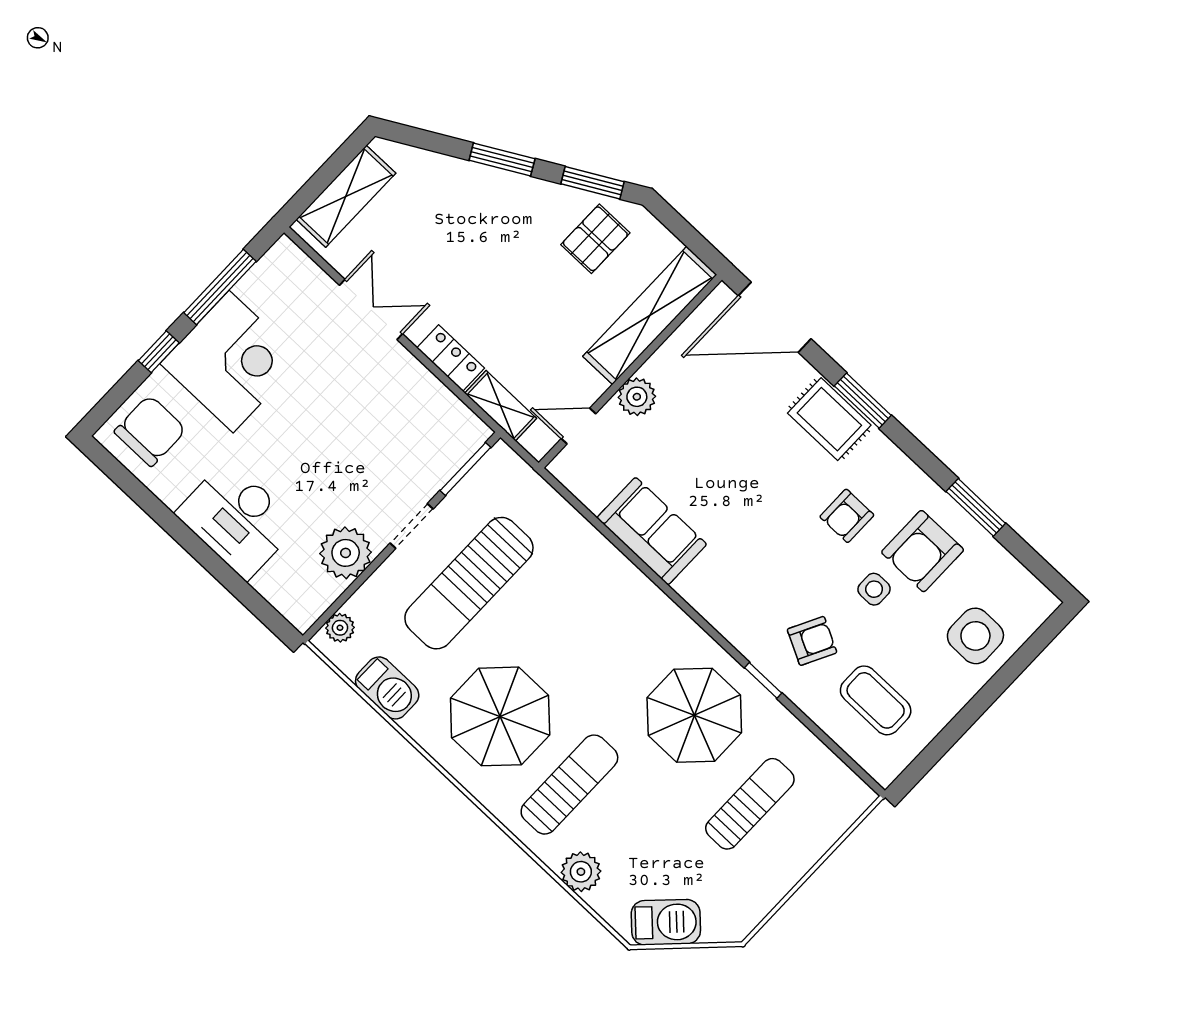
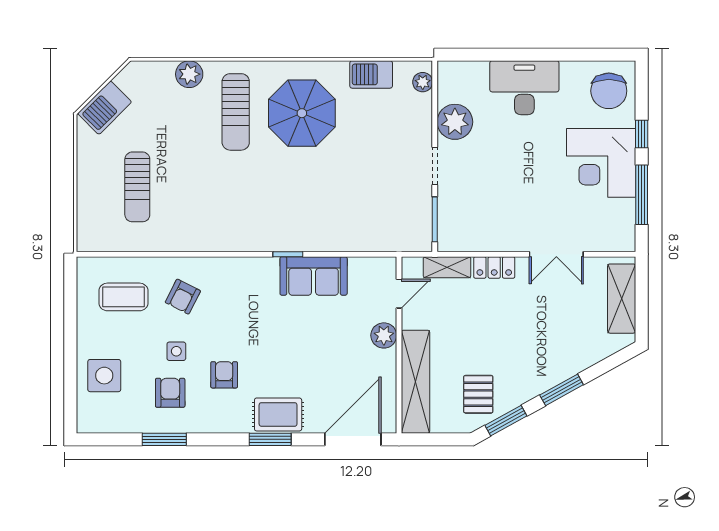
armchair: (923, 551) -> (170, 393), width x0.72, depth x0.72
sun lounger: (469, 583) -> (380, 165), removed
window: (763, 680) -> (288, 254), moved
parasol: (694, 715) -> (206, 205), removed
barbecue: (666, 922) -> (105, 108), moved

